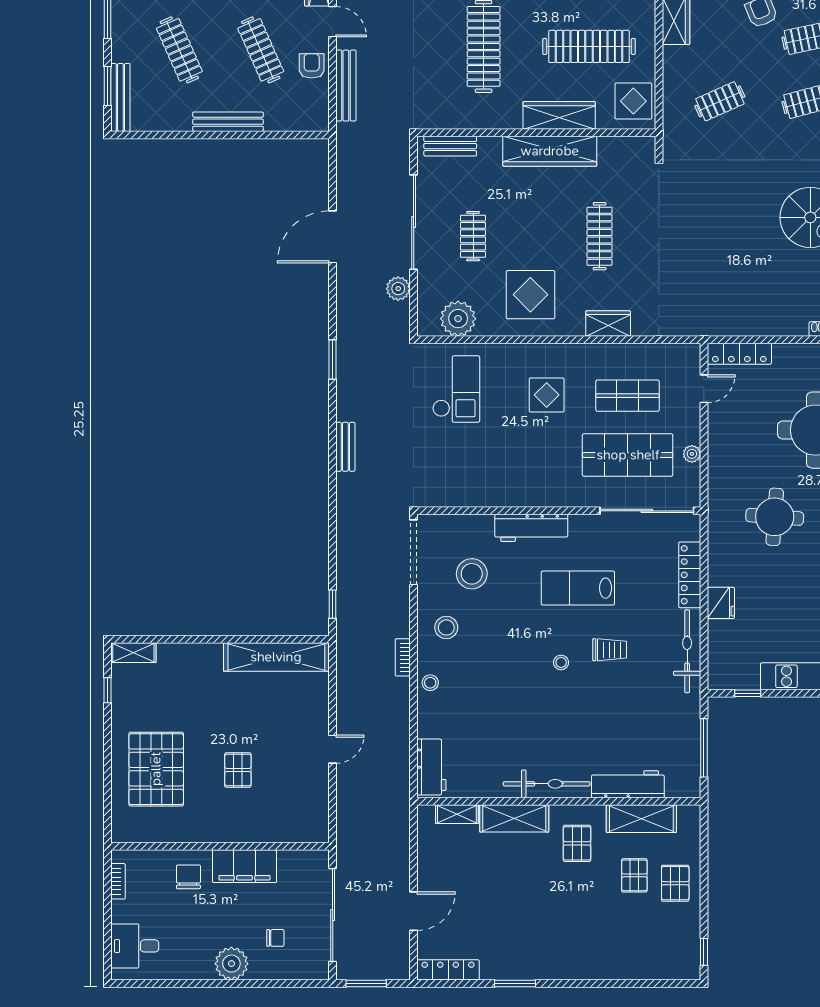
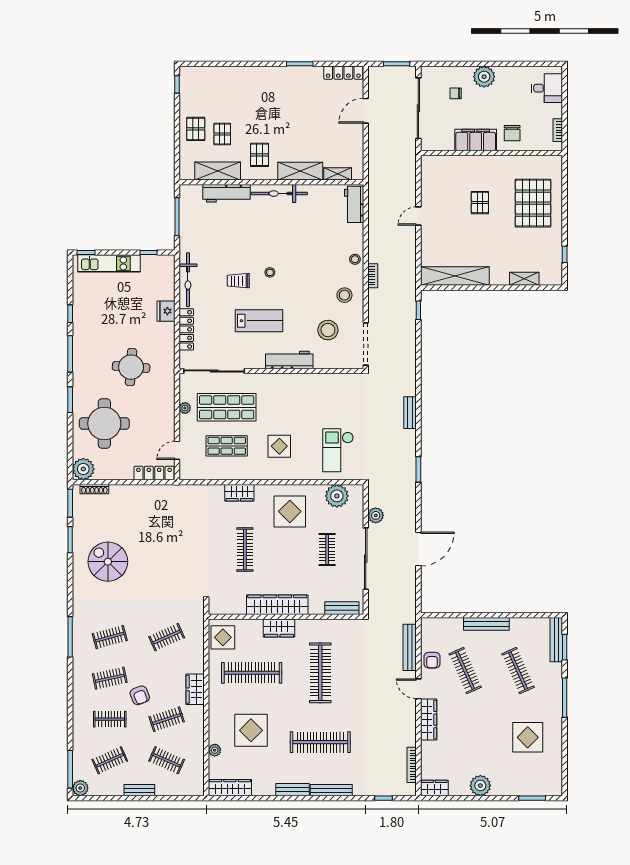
wardrobe: (559, 115) -> (279, 628), width x0.67
shelving: (133, 653) -> (524, 279), moved

